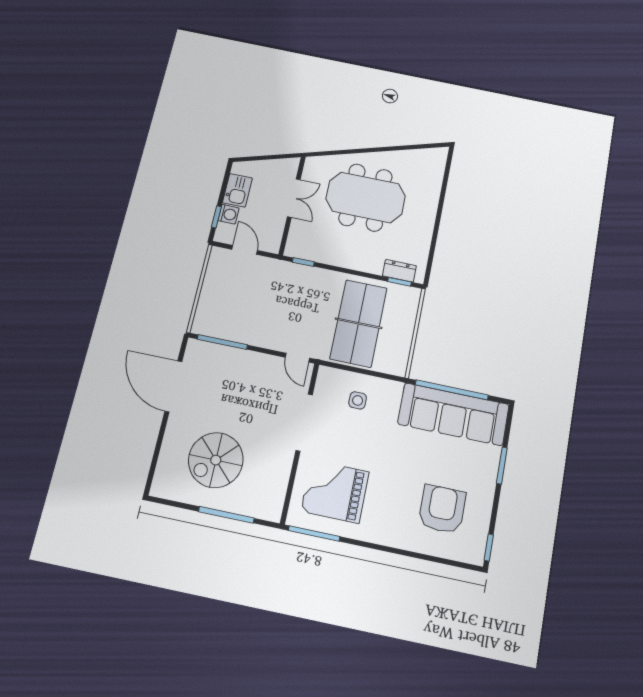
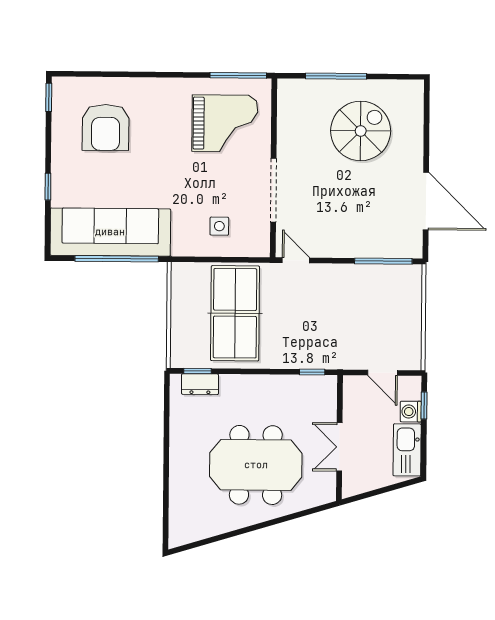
kitchen sink: (237, 190) -> (407, 450), width x1.38
window: (502, 466) -> (48, 187), width x0.67

